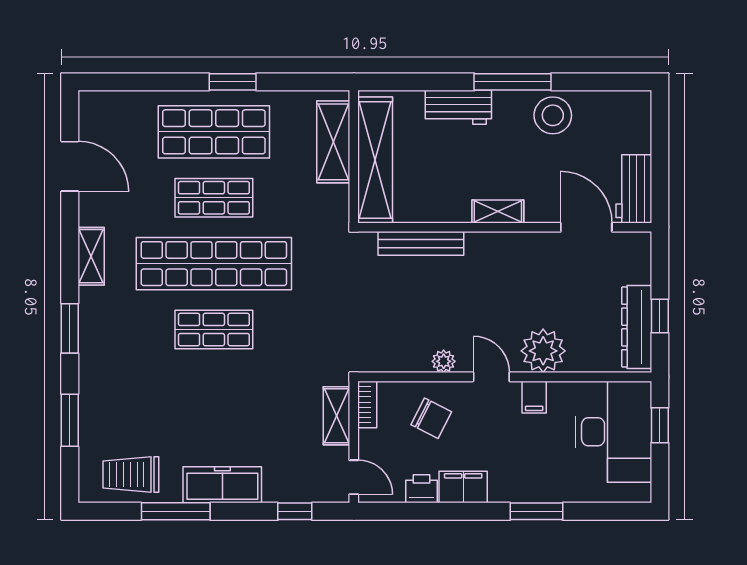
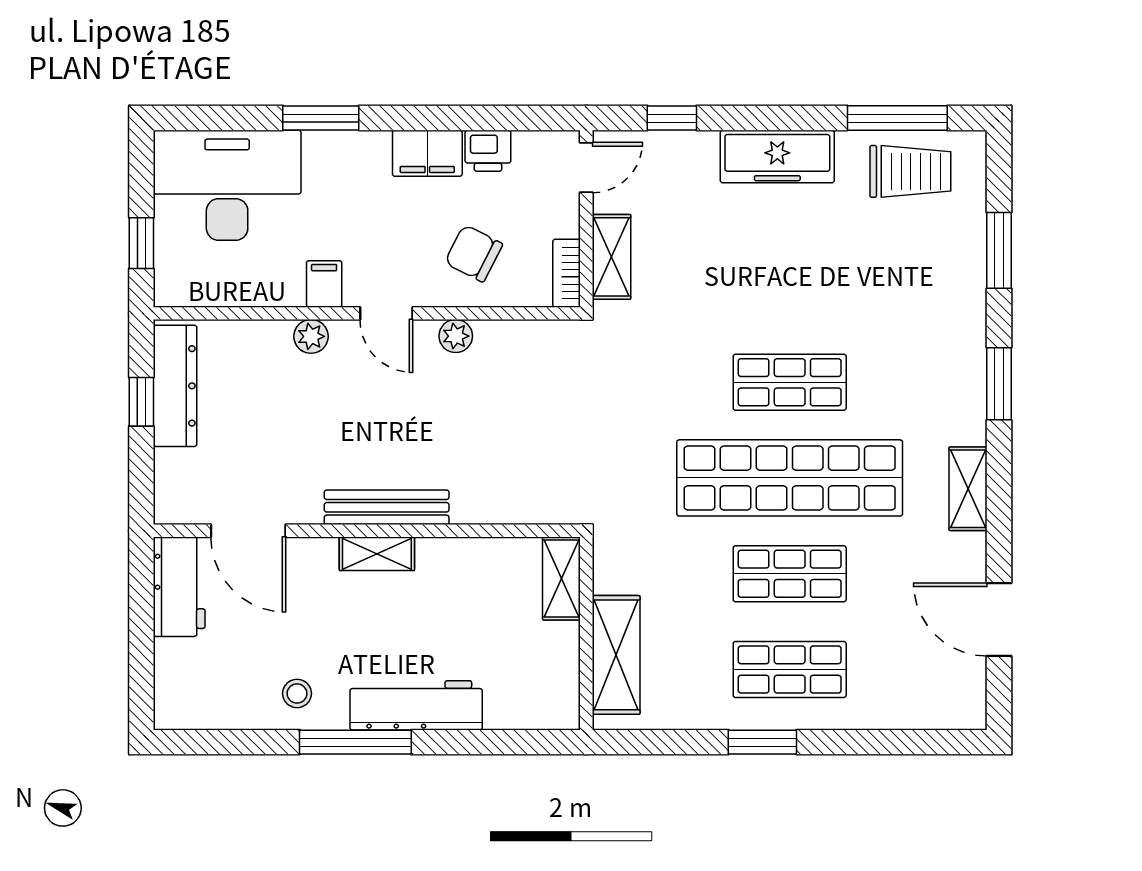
workbench: (458, 107) -> (416, 705), width x1.38
stool: (553, 115) -> (297, 693), width x0.53, depth x0.53
shop shelf: (214, 132) -> (790, 669), width x0.70, depth x0.74
shelving: (375, 160) -> (561, 579), width x0.45, depth x0.75
bench: (421, 243) -> (387, 507), moved
plant: (543, 351) -> (311, 336), width x0.53, depth x0.53
desk: (614, 432) -> (227, 185), moved, turned 90
door: (354, 477) -> (586, 168), swing flipped
window: (176, 511) -> (897, 118), moved

